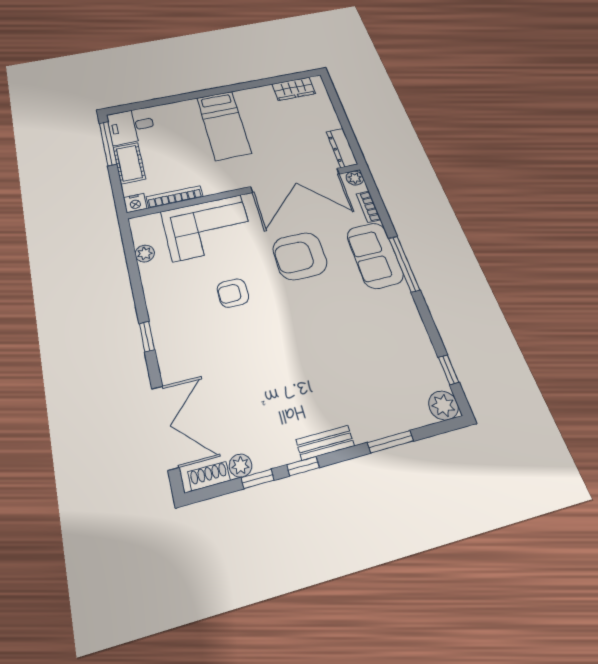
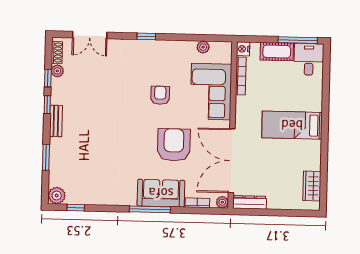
double door: (165, 427) -> (90, 35), width x0.73

